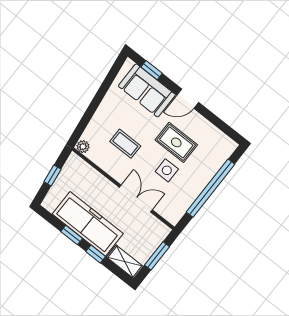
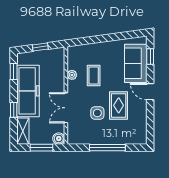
plant: (83, 147) -> (72, 75), moved
window: (211, 188) -> (107, 148), width x0.68
double door: (136, 199) -> (66, 108), swing flipped
boiler: (162, 231) -> (59, 139), added
window: (72, 235) -> (14, 71), moved

